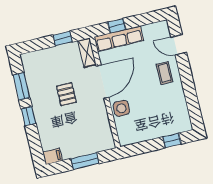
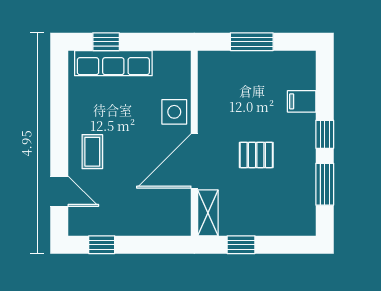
window: (117, 26) -> (102, 245), moved
row of seats: (119, 39) -> (113, 63), moved, turned 180
pallet: (66, 94) -> (256, 155), turned 90
filing cabinet: (53, 156) -> (302, 101), moved

